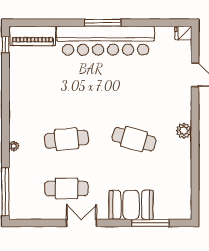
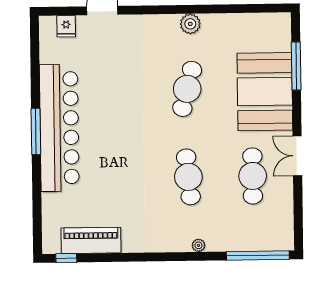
fridge: (183, 33) -> (66, 26), moved
piano: (33, 36) -> (91, 240), moved, turned -90
plant: (184, 131) -> (190, 24), moved
booth: (131, 205) -> (265, 92), width x1.36, depth x1.42

